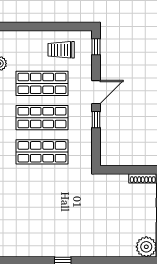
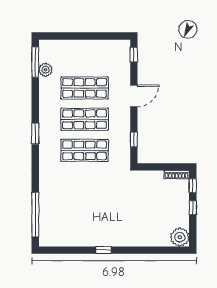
trolley: (61, 50) -> (102, 57), removed
window: (96, 120) -> (134, 139), moved

